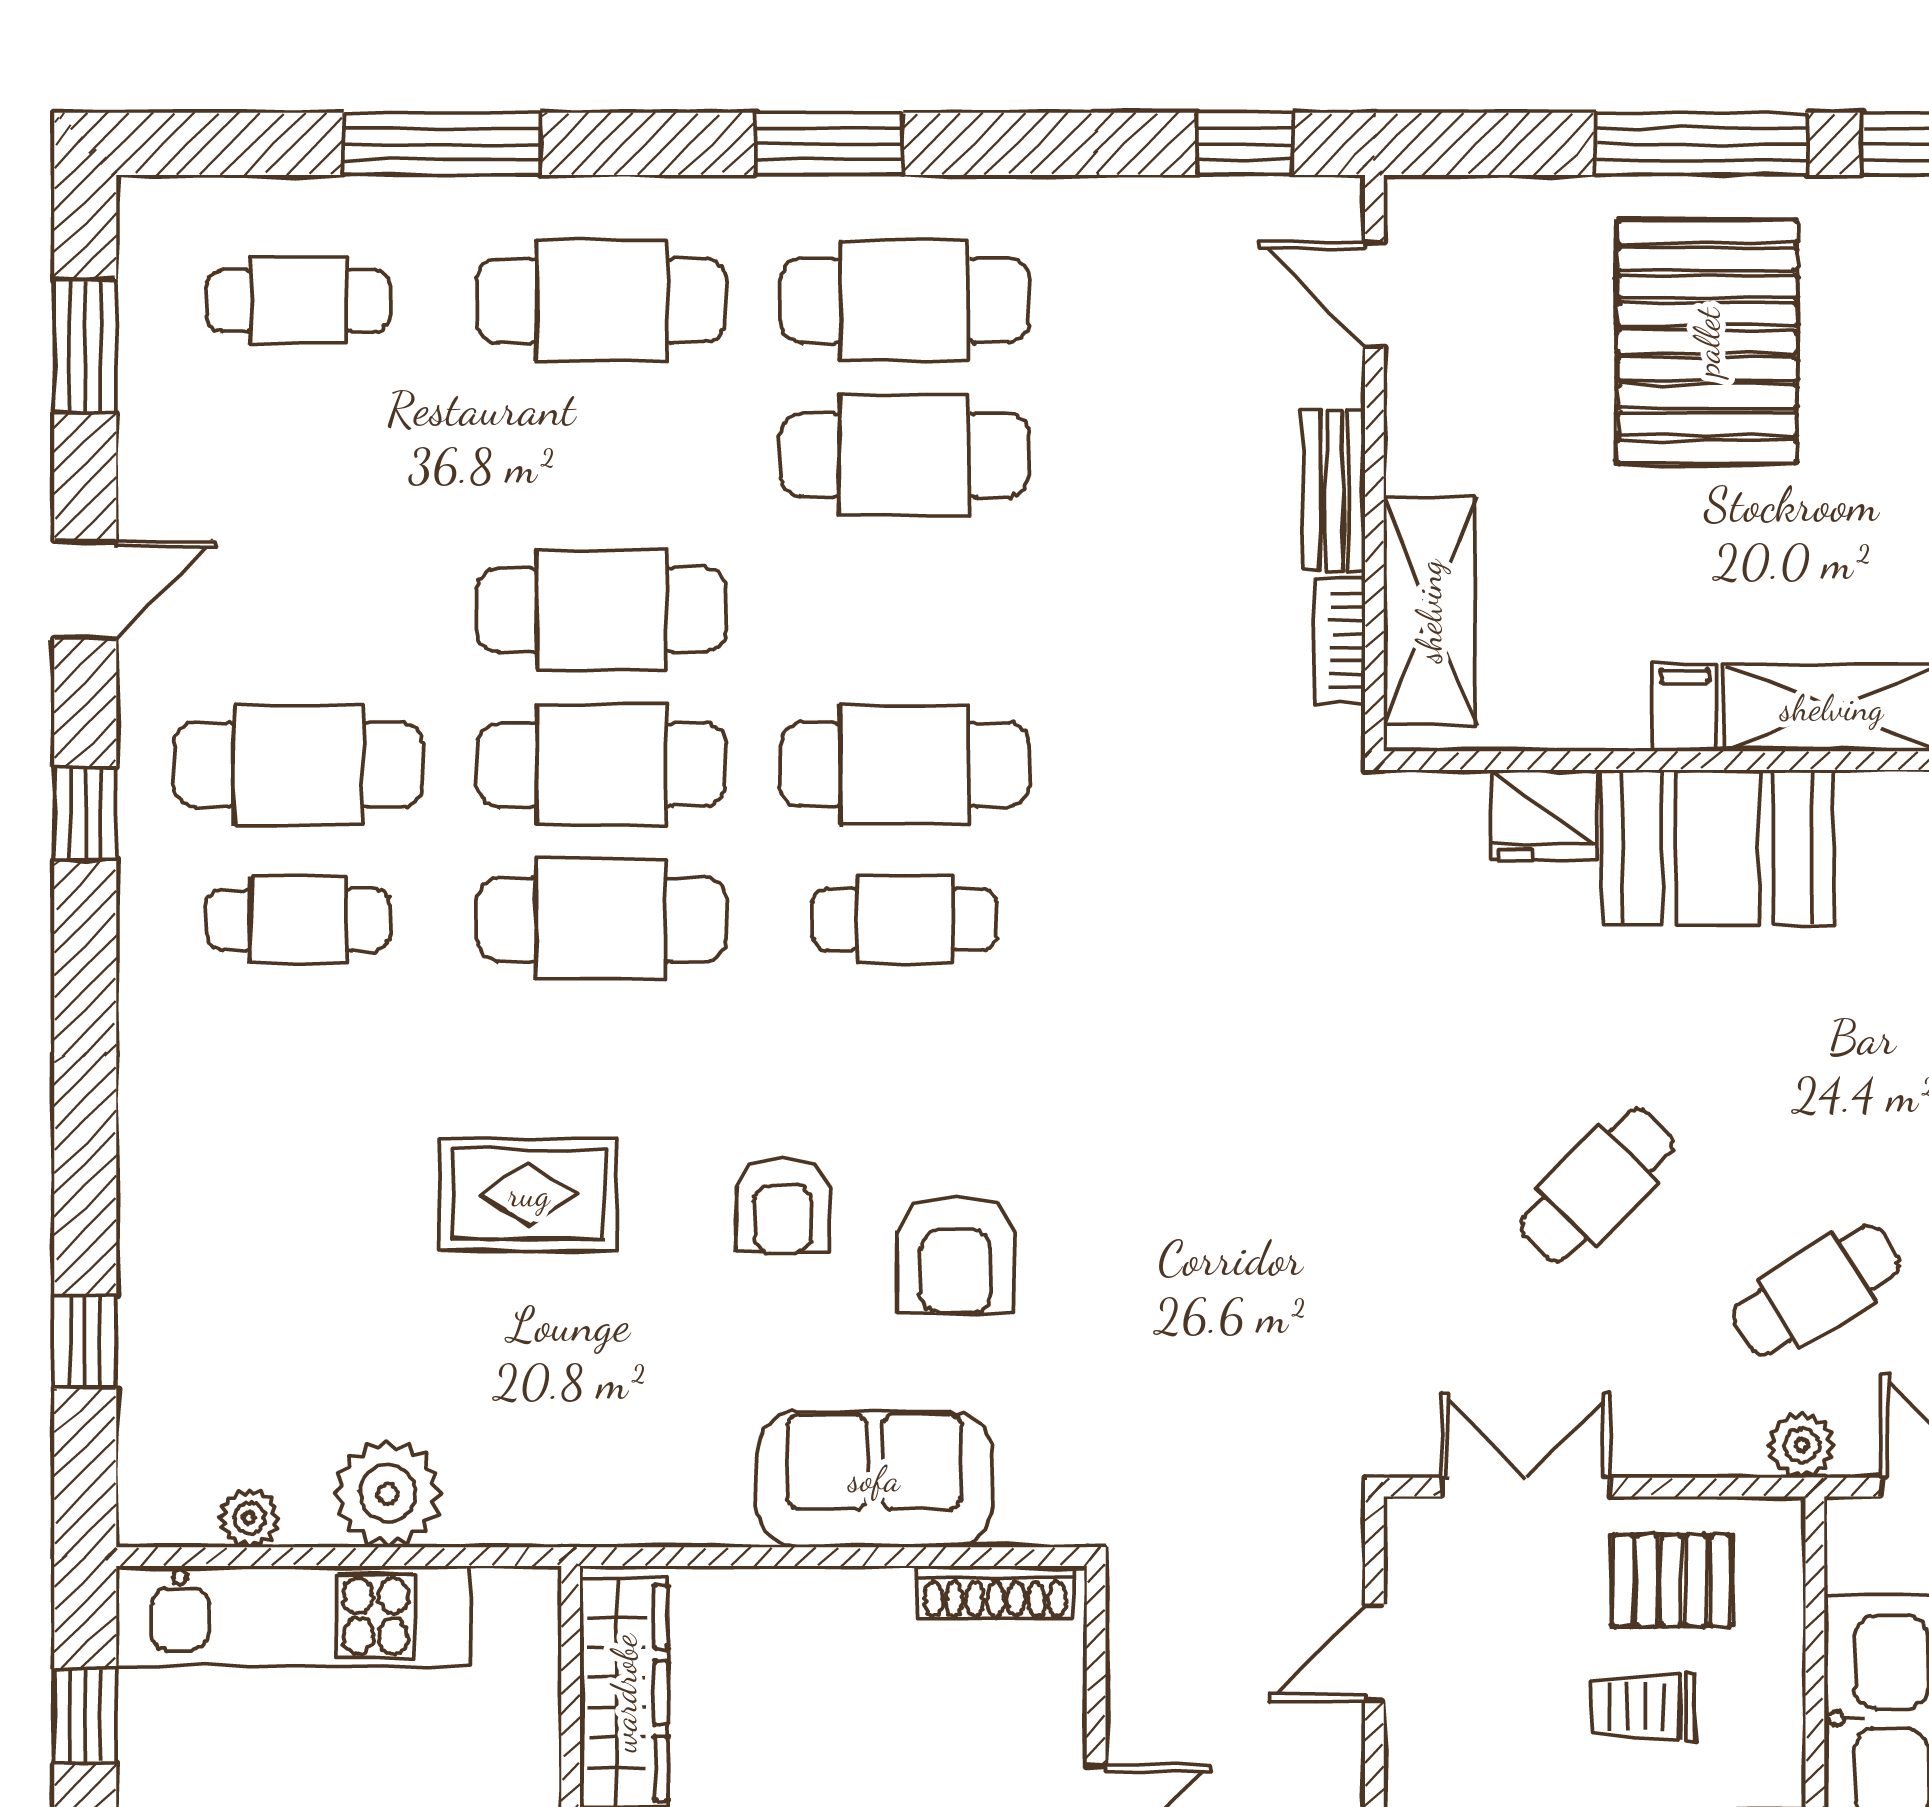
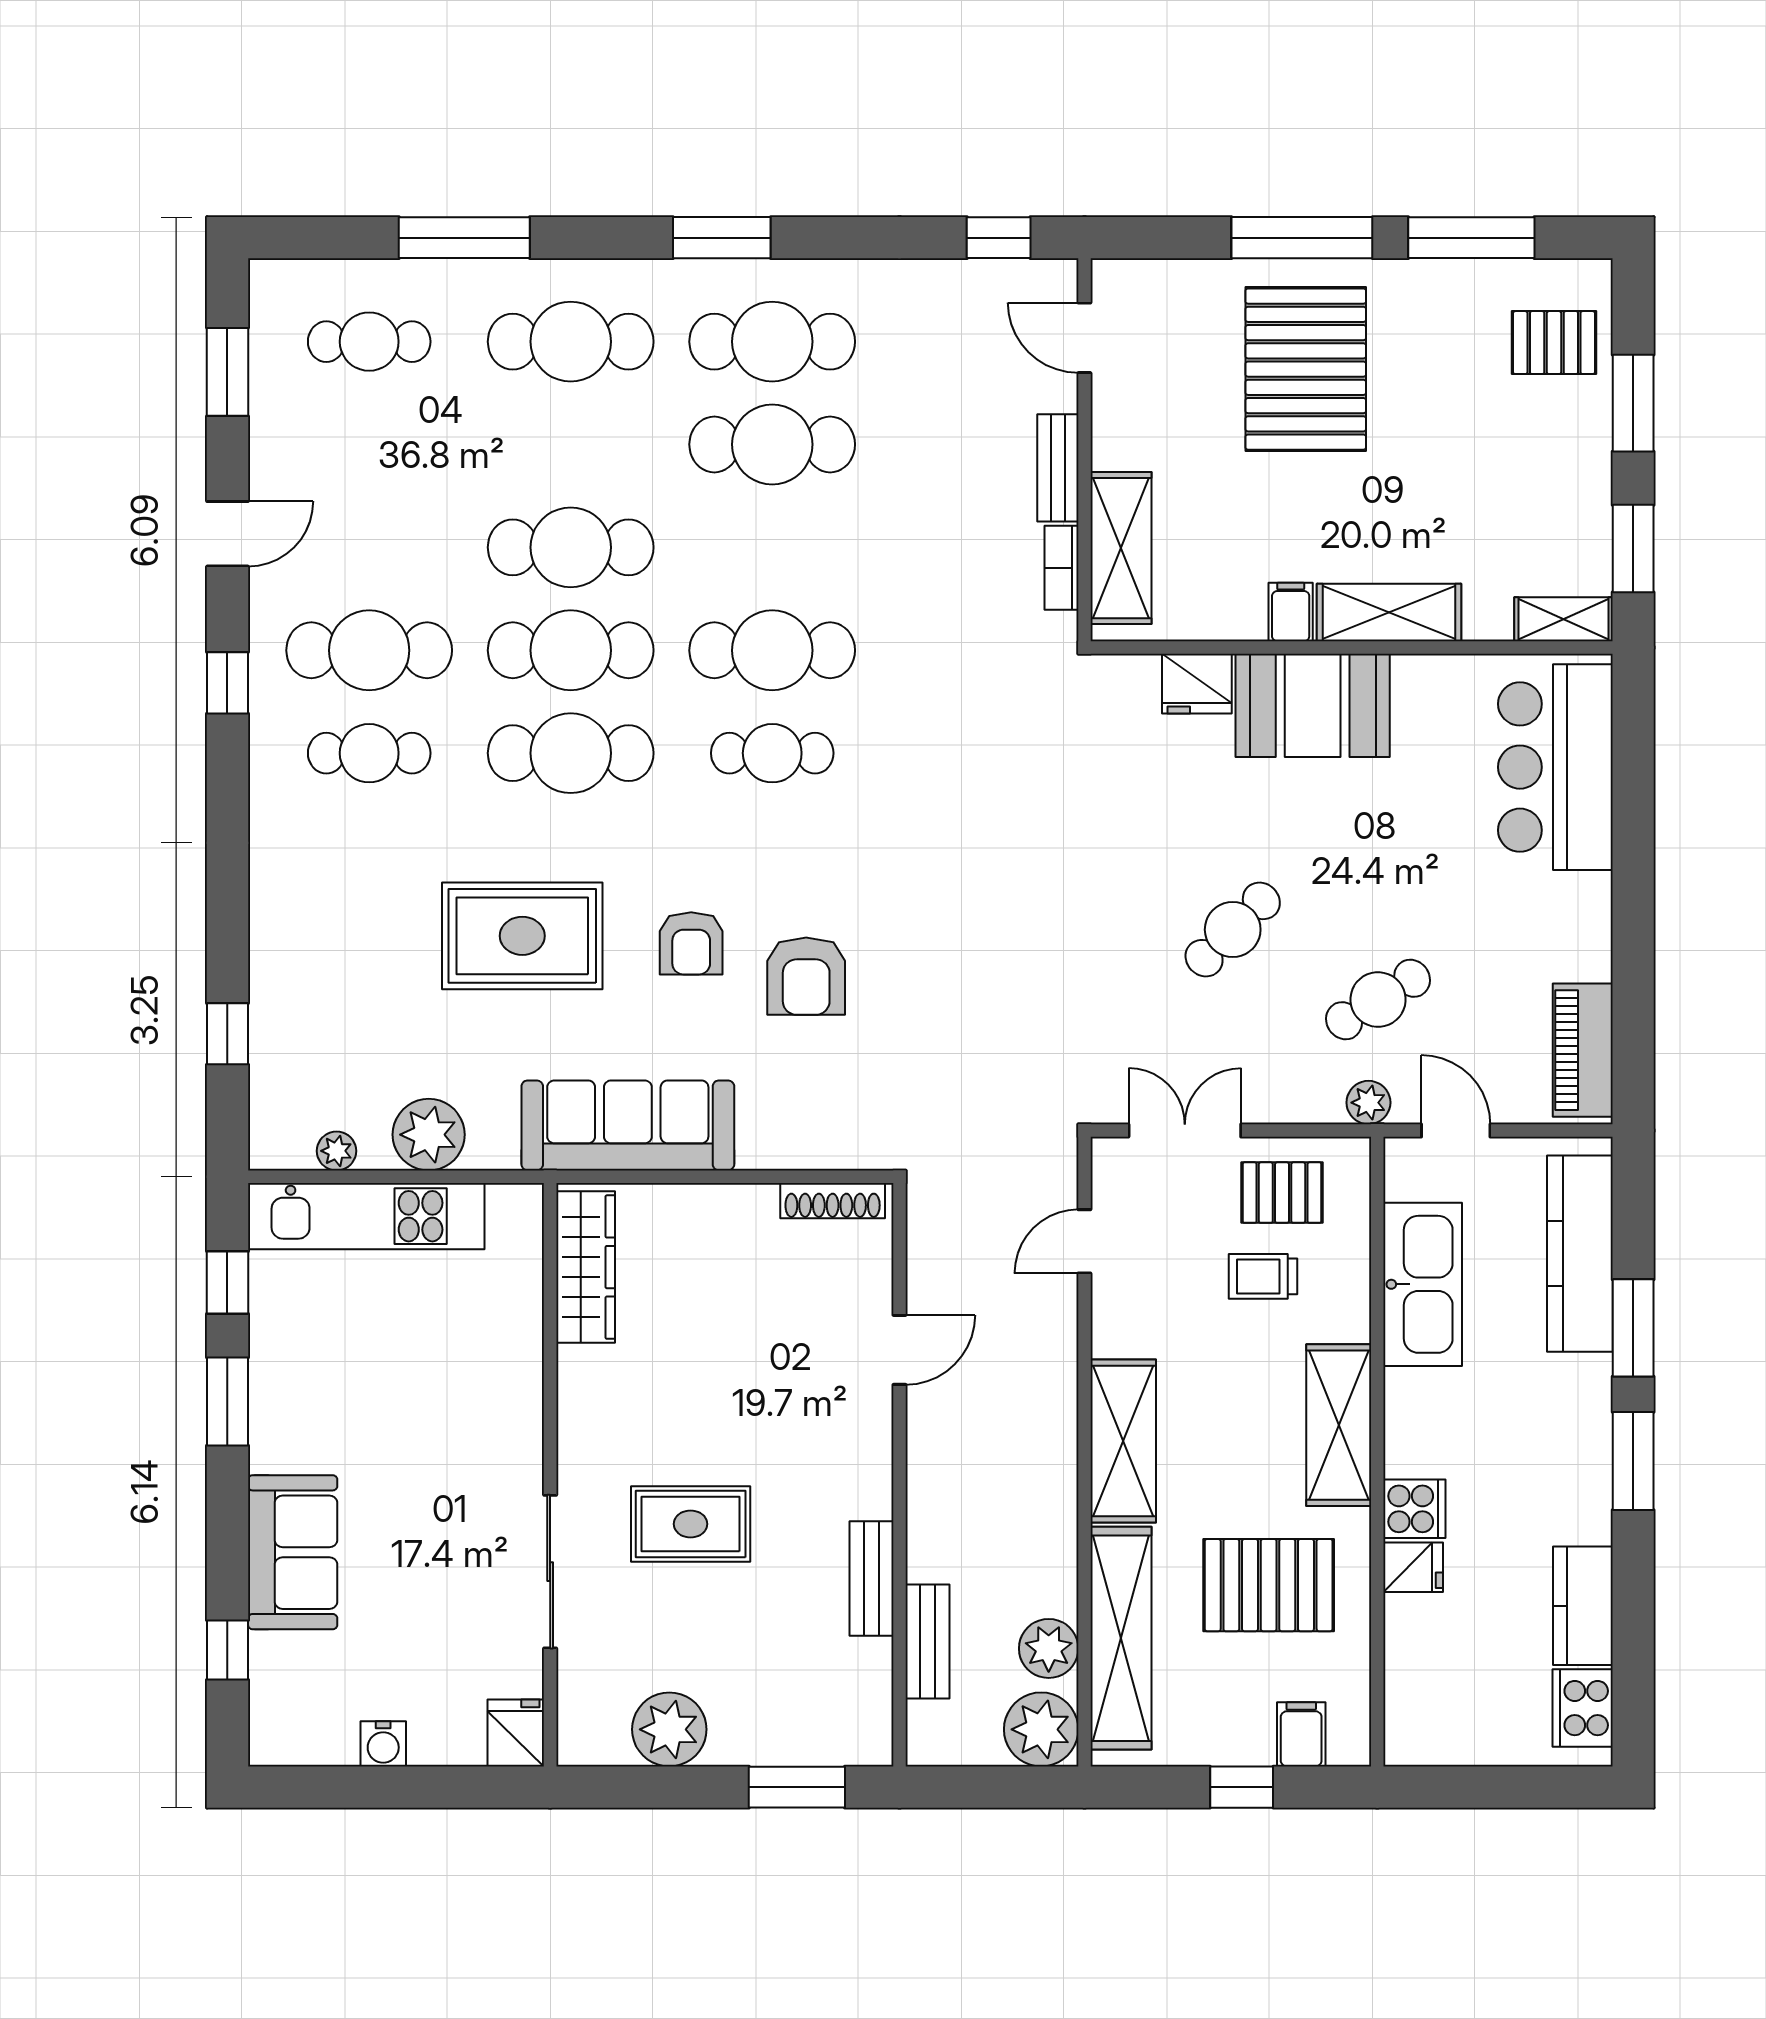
rug: (529, 1194) -> (522, 936), width x1.36, depth x1.43
sofa: (874, 1479) -> (628, 1125), moved, width x1.36

